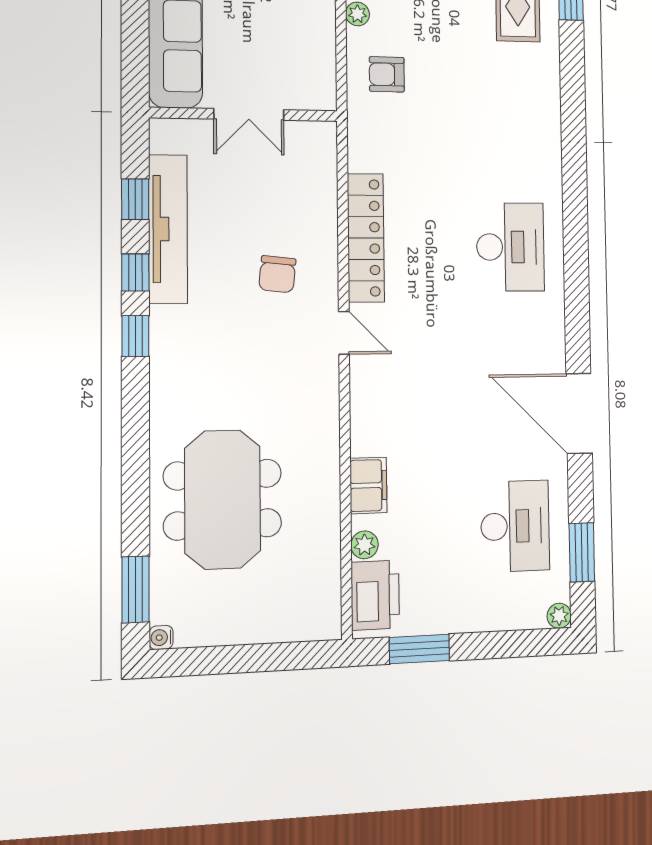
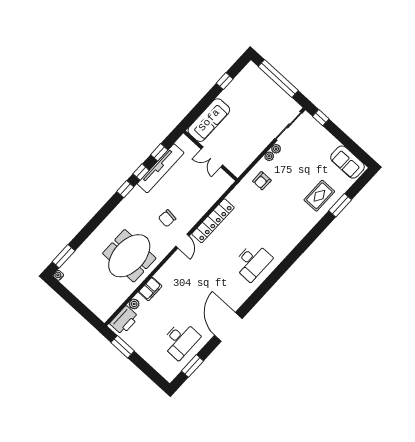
armchair: (387, 74) -> (262, 181), turned -90
chair: (277, 274) -> (167, 218), moved
meeting table: (223, 499) -> (129, 256), moved
plant: (559, 616) -> (169, 377), removed

